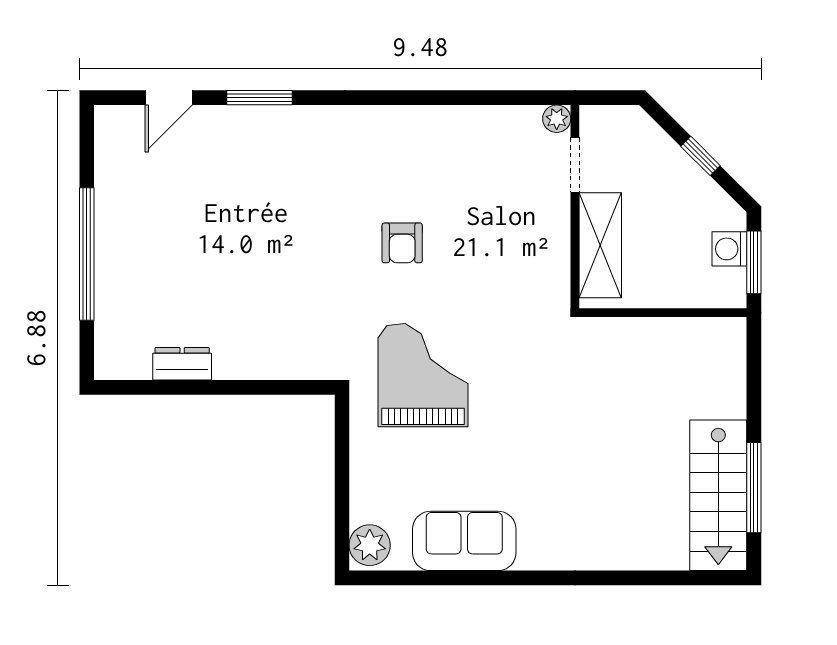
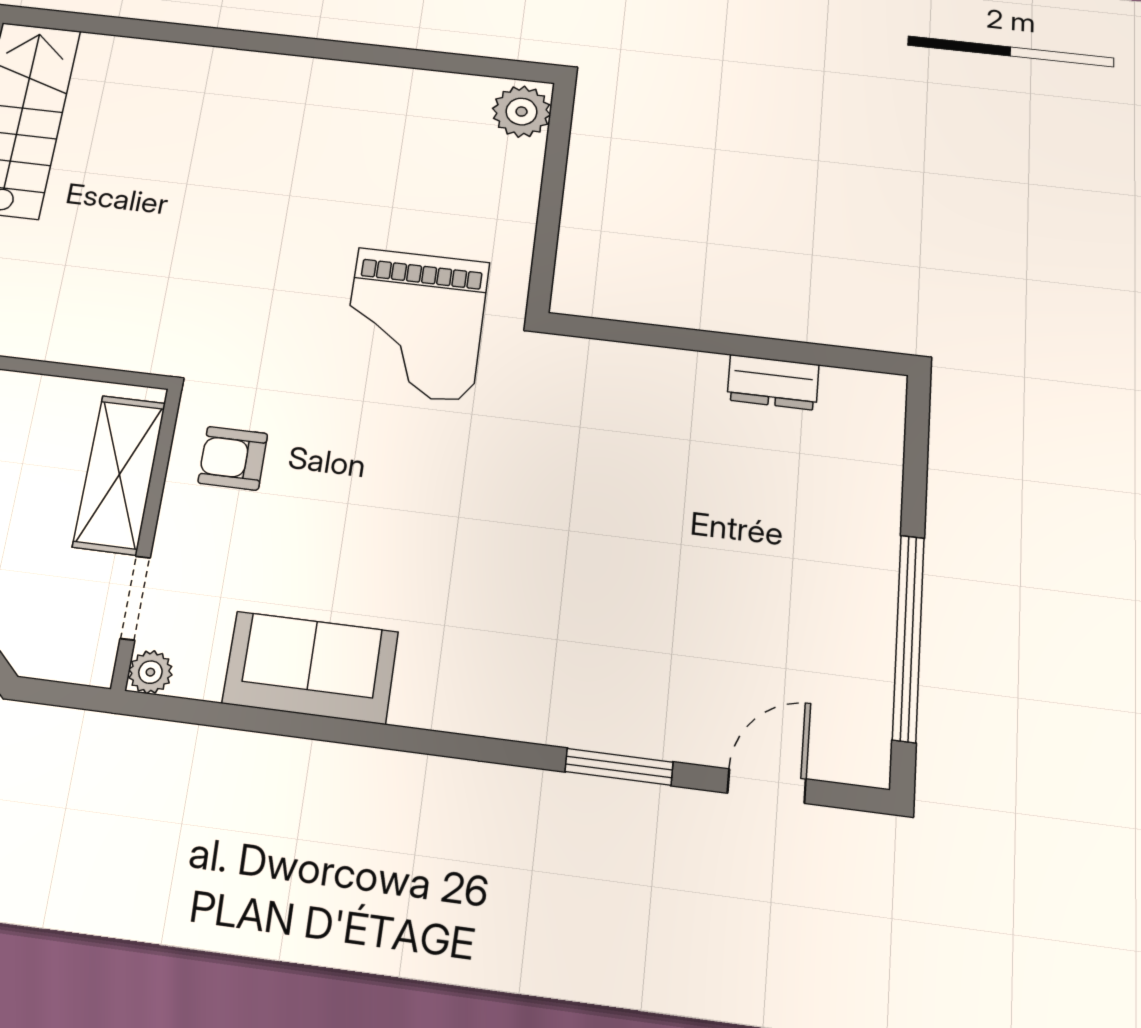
armchair: (402, 243) -> (233, 458), moved, turned -90
window: (87, 254) -> (908, 637), moved
sofa: (464, 541) -> (310, 667), moved, turned 180

